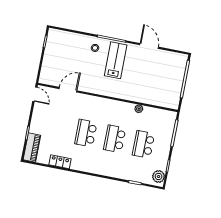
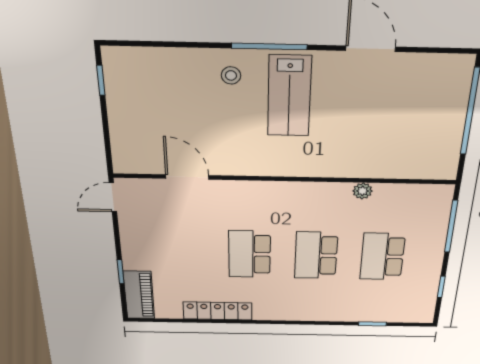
lab bench: (116, 60) -> (289, 96), turned 180
door: (68, 90) -> (187, 177), hinge flipped
door: (35, 94) -> (113, 197), swing flipped
locker: (60, 162) -> (218, 311), width x1.53
plant: (159, 176) -> (422, 307), removed

